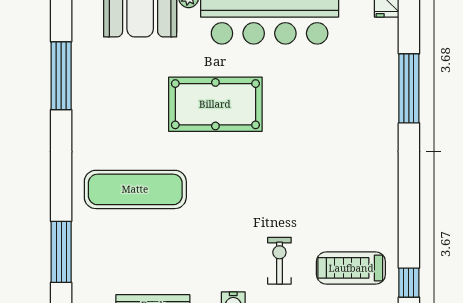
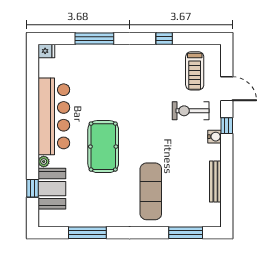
exercise bike: (279, 261) -> (191, 111), width x1.38, depth x1.39
window: (409, 283) -> (164, 38), moved

